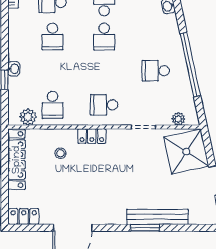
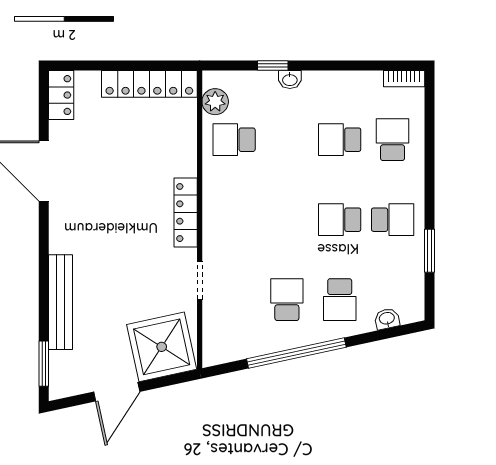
school desk: (104, 105) -> (340, 300), moved, turned 180
plant: (178, 119) -> (212, 335), removed
locker: (92, 136) -> (186, 213), width x1.53
stool: (60, 153) -> (159, 152), removed
window: (145, 228) -> (44, 364), moved

